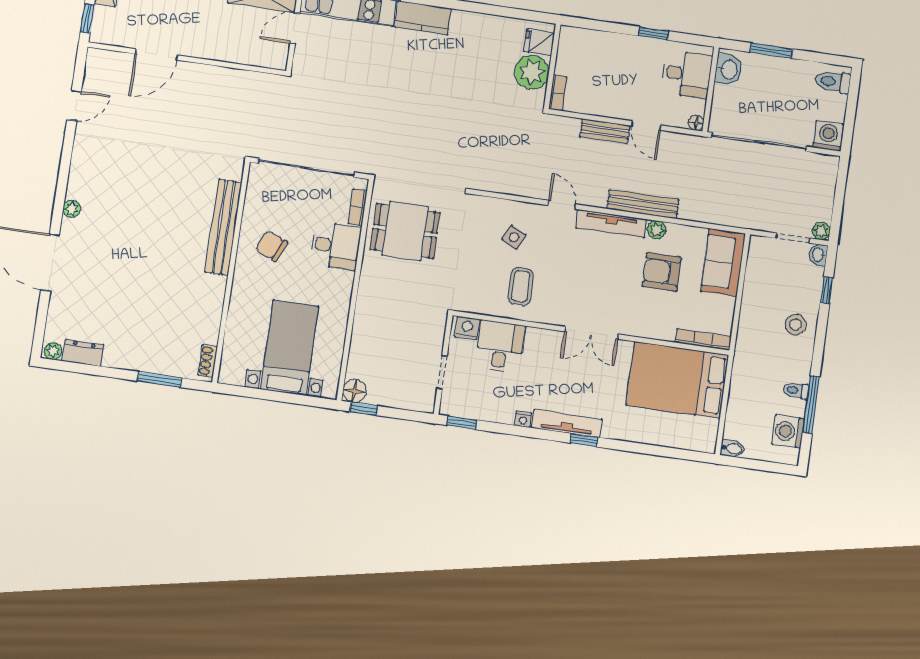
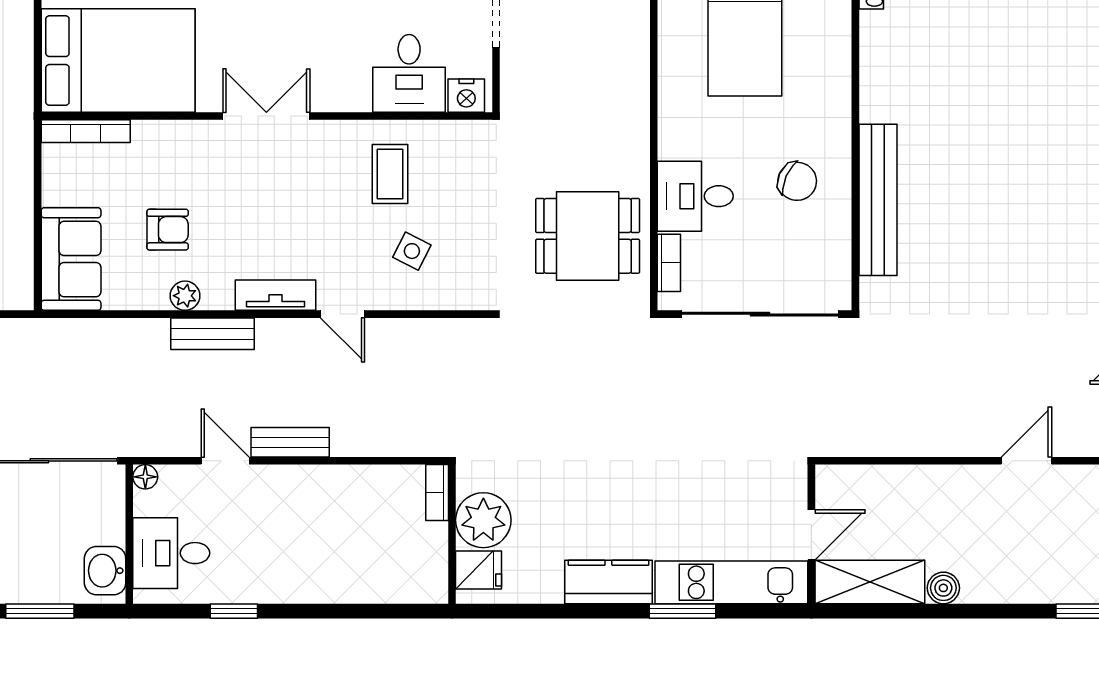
fridge: (539, 42) -> (479, 570), moved
door: (156, 54) -> (1026, 461), width x0.73
wall: (552, 66) -> (452, 534), moved
plant: (532, 72) -> (483, 520), moved
bookcase: (558, 93) -> (437, 493), moved
bench: (643, 204) -> (213, 334), width x0.73
tv unit: (611, 224) -> (275, 295), width x0.71
armchair: (662, 272) -> (168, 230), width x0.72, depth x0.72

